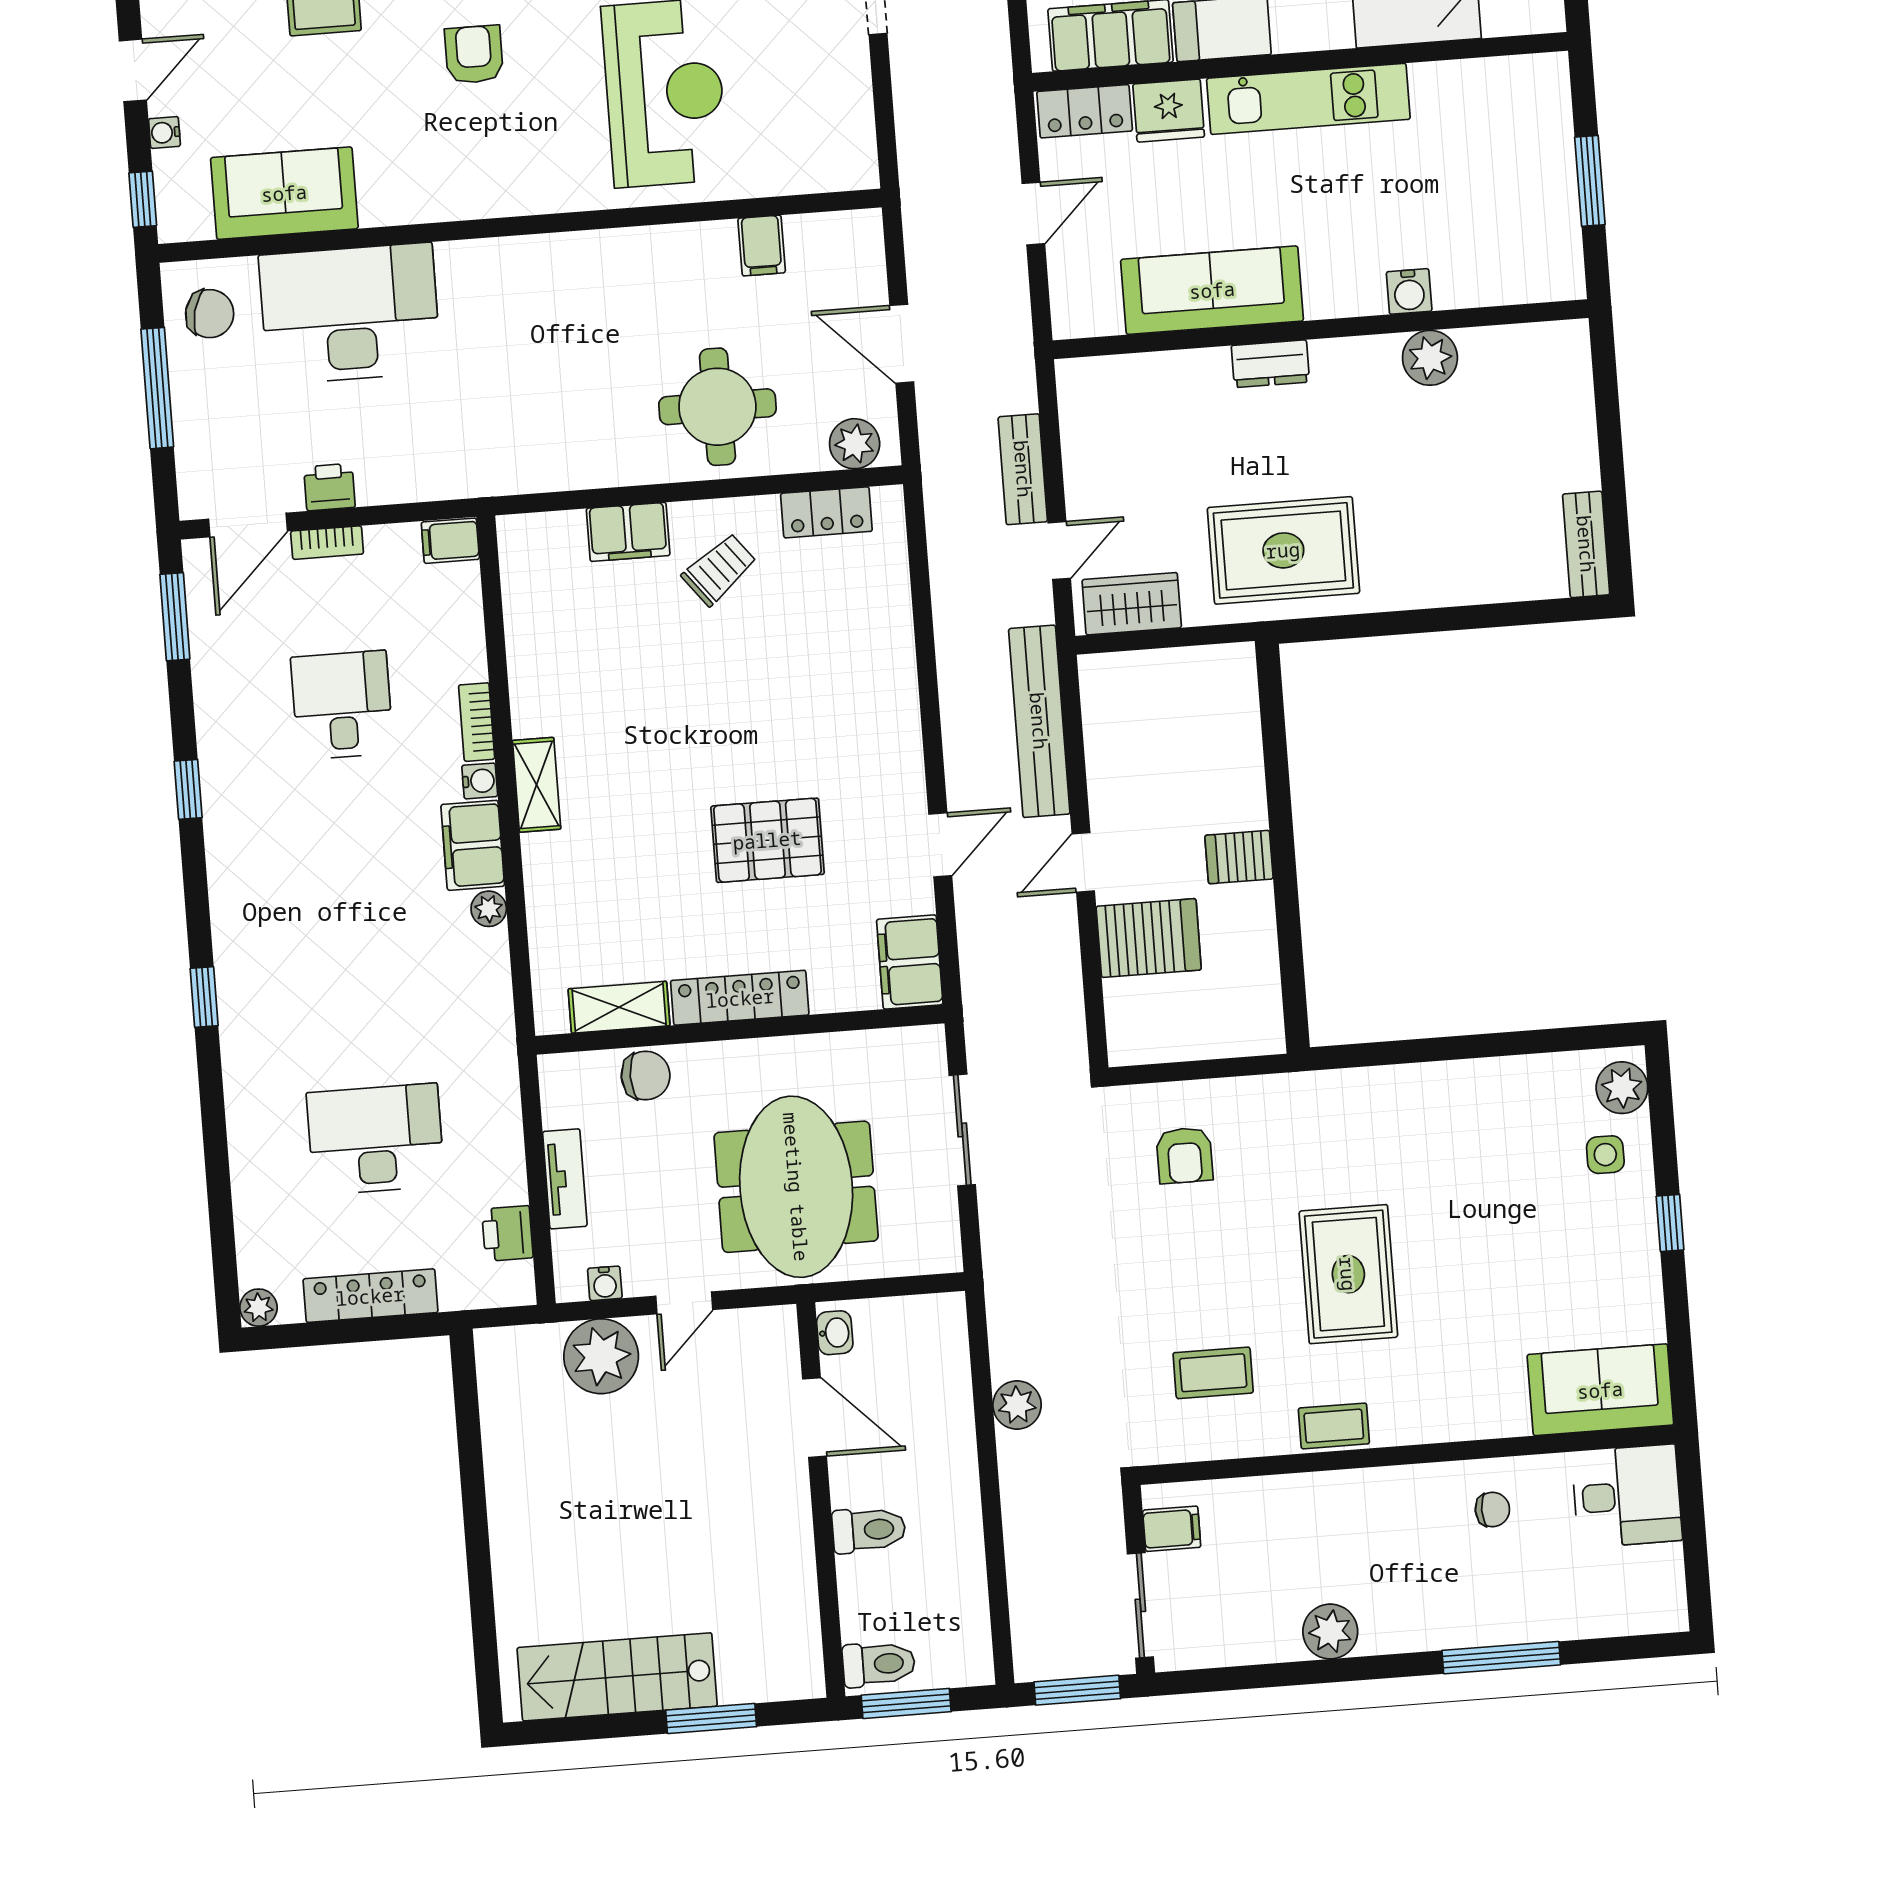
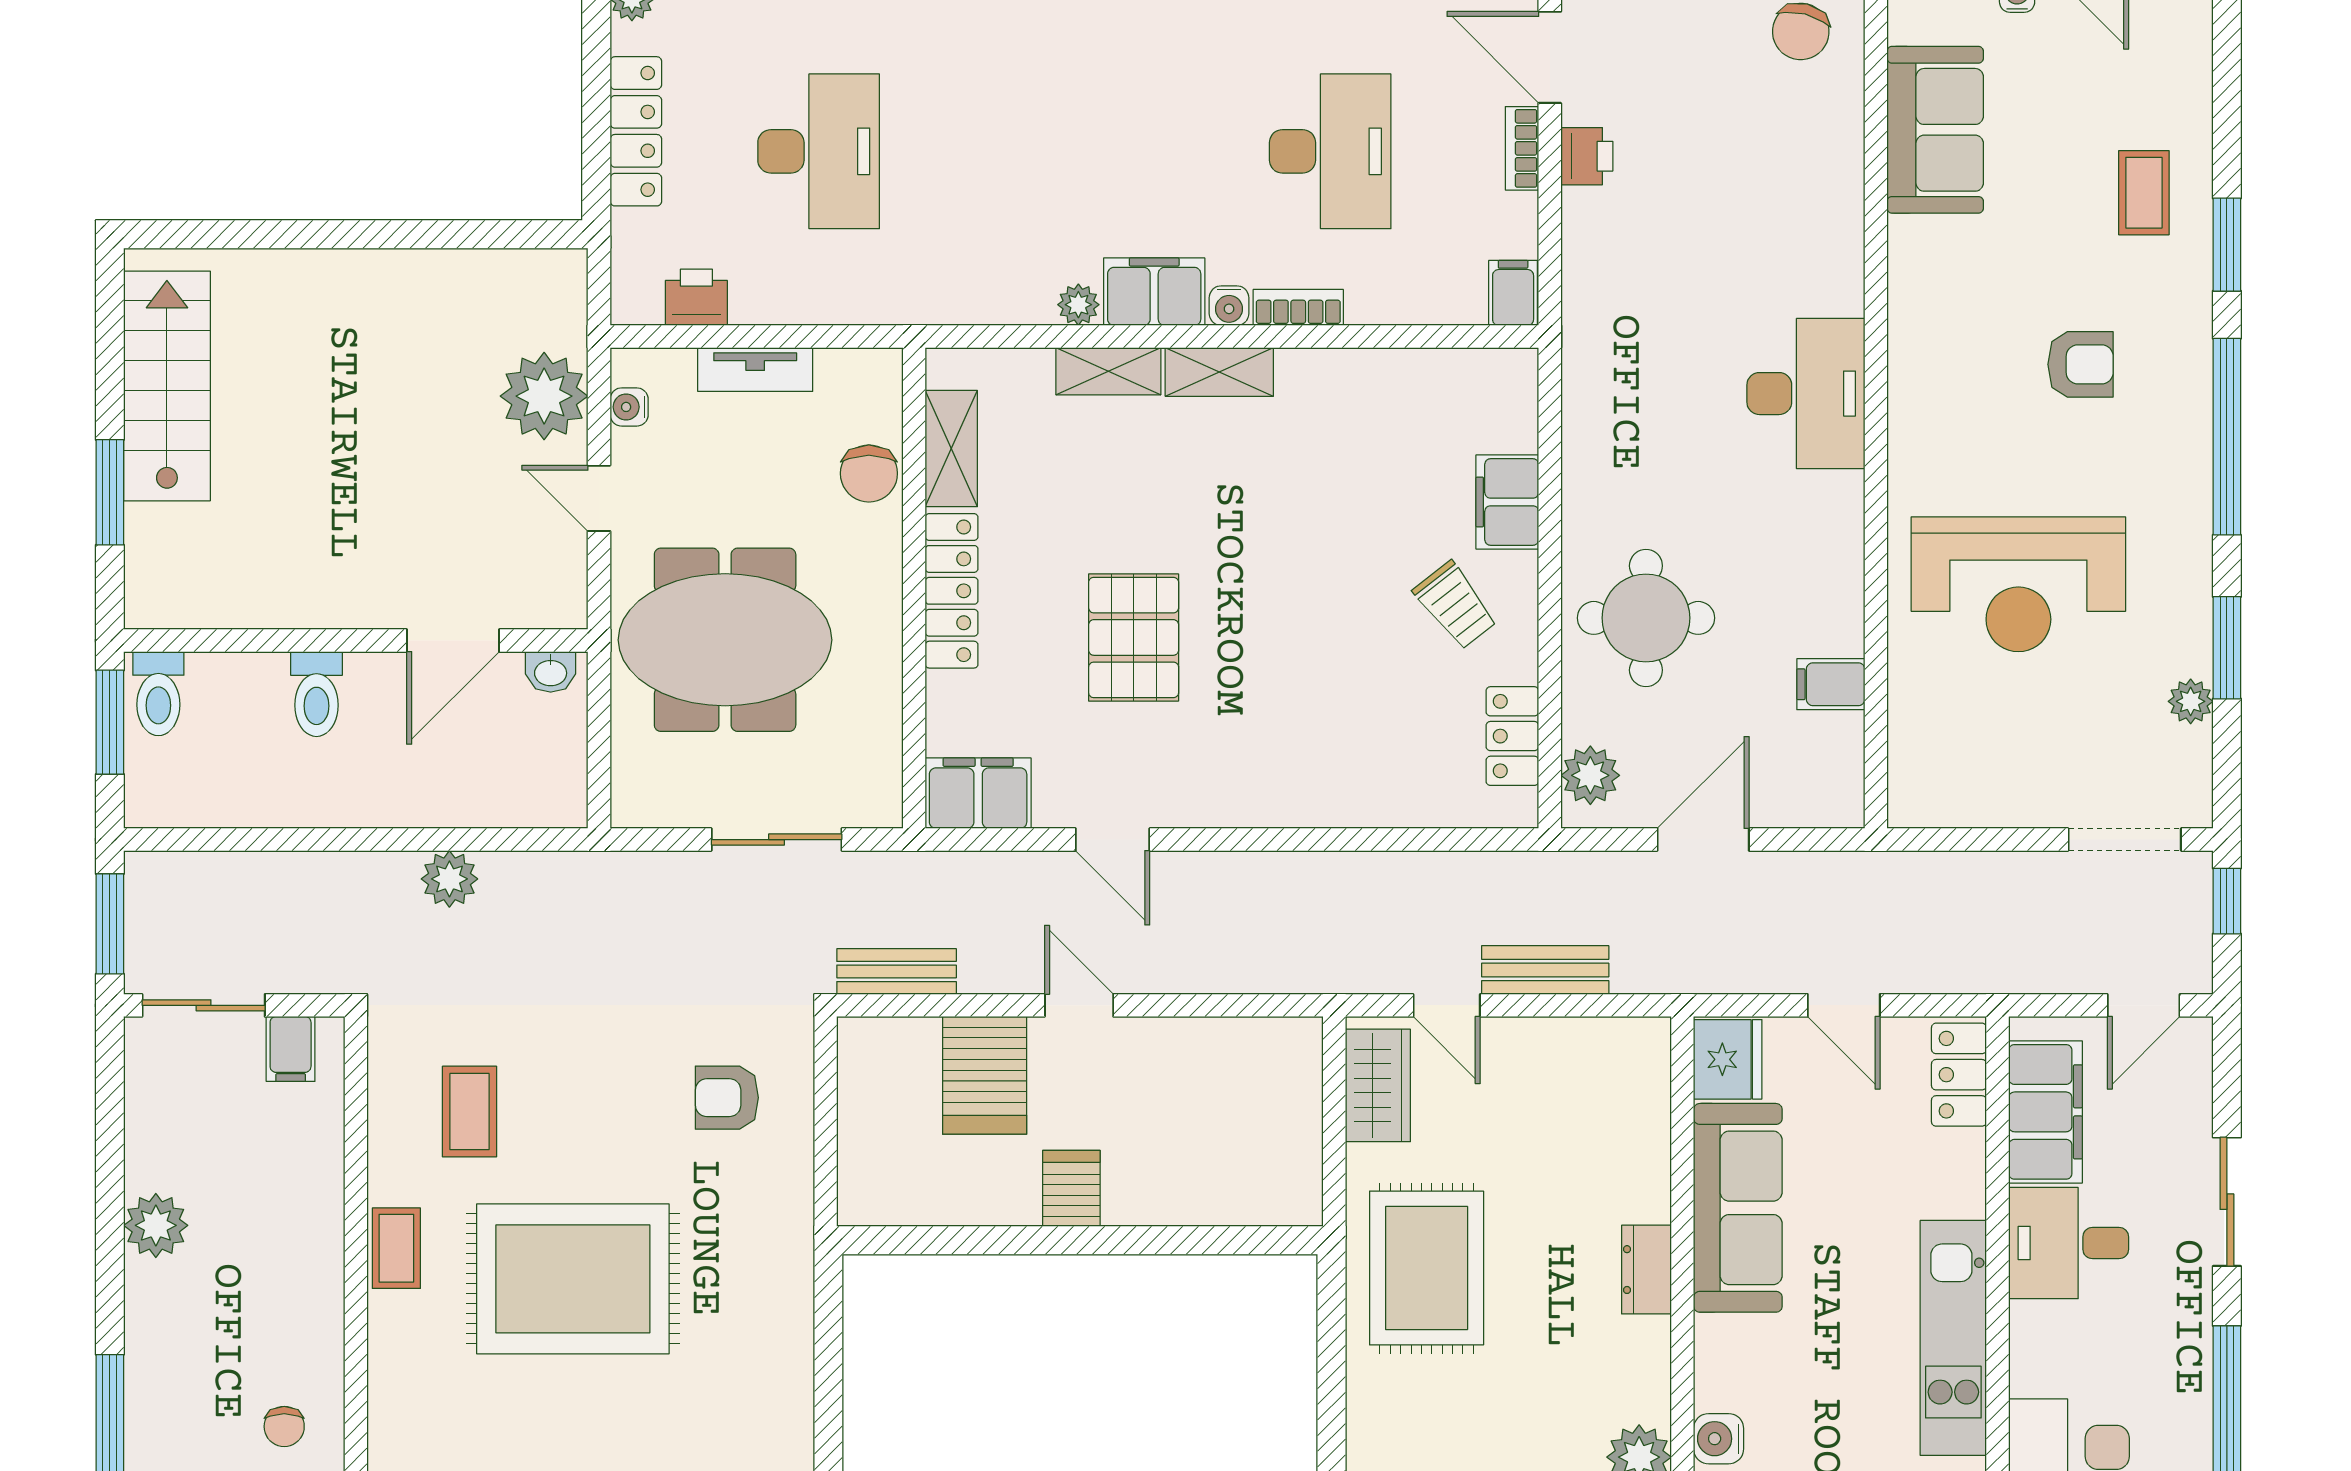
fridge: (1169, 111) -> (1728, 1059), moved, turned 180
desk: (350, 314) -> (1806, 394), moved, width x0.73, depth x0.77
desk: (342, 705) -> (1330, 151), width x1.37
bench: (1039, 721) -> (897, 971), moved, width x0.54, depth x0.82
shelving: (543, 879) -> (1108, 371), added
rug: (1348, 1274) -> (573, 1279), width x1.37, depth x1.44

